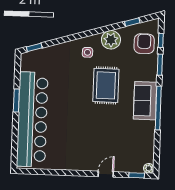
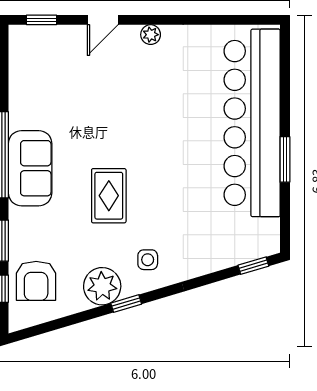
window: (132, 22) -> (126, 304), moved
rug: (106, 85) -> (109, 196), width x0.73, depth x0.70
plant: (149, 168) -> (151, 35), moved

